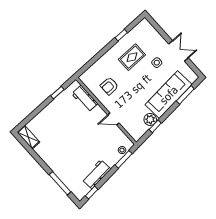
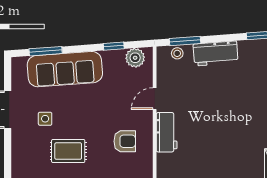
workbench: (85, 99) -> (167, 132), moved
door: (113, 119) -> (155, 99), swing flipped
plant: (150, 119) -> (135, 58), moved
workbench: (96, 174) -> (216, 53), moved

